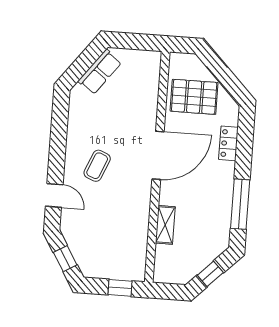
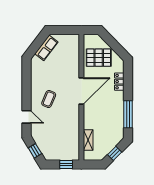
shelving: (165, 225) -> (88, 140), moved

